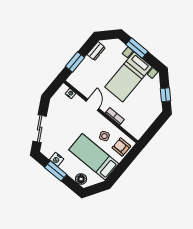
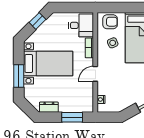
desk: (136, 124) -> (81, 25), added
armchair: (121, 147) -> (110, 22), turned -90

